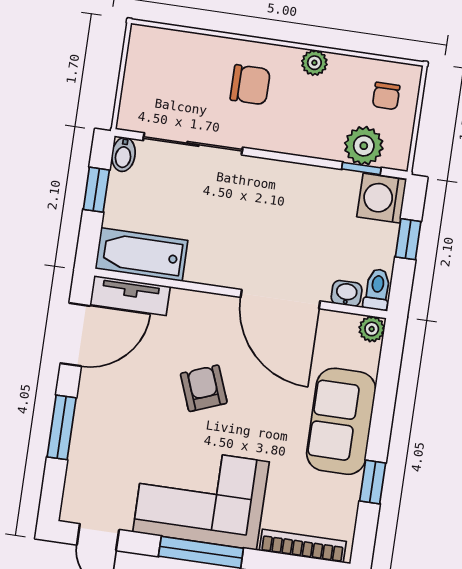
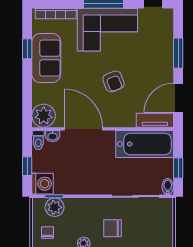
bathtub: (141, 255) -> (145, 144), width x1.36, depth x1.36
plant: (372, 329) -> (44, 116), width x1.87, depth x1.87
sofa: (341, 421) -> (46, 58), moved

